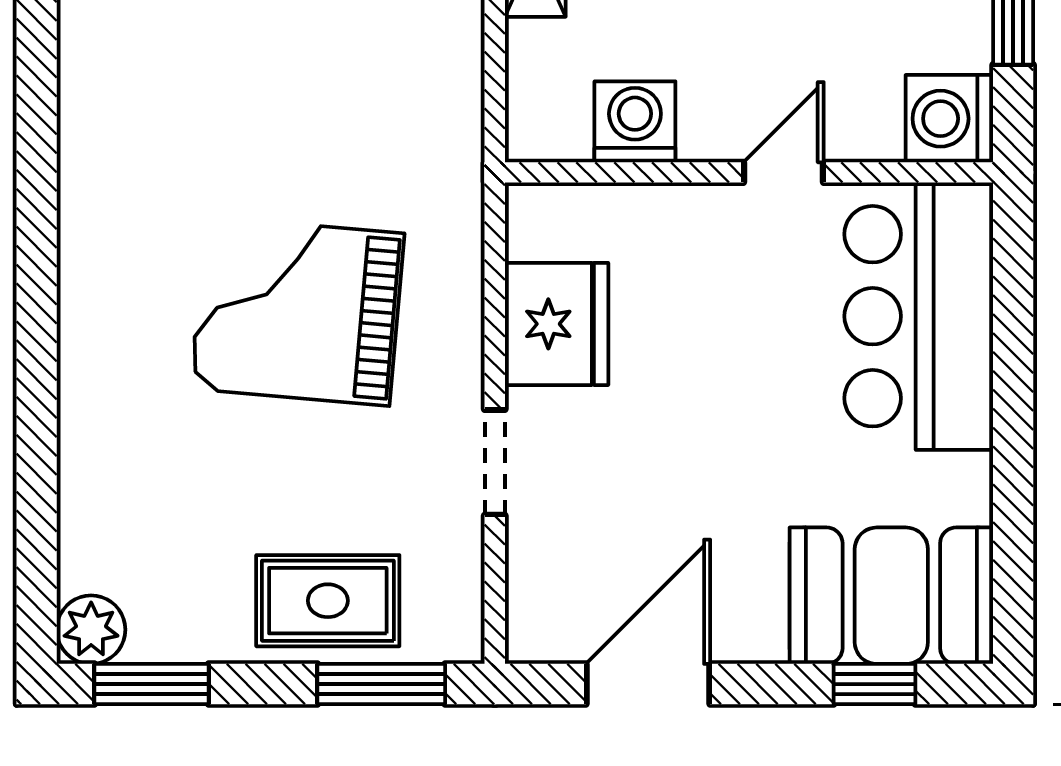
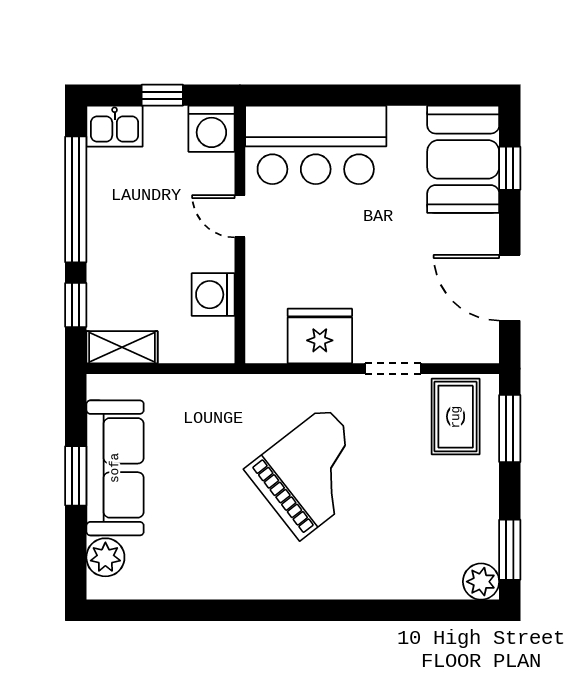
grand piano: (297, 311) -> (313, 473), turned -133
rug: (328, 601) -> (456, 417), moved

